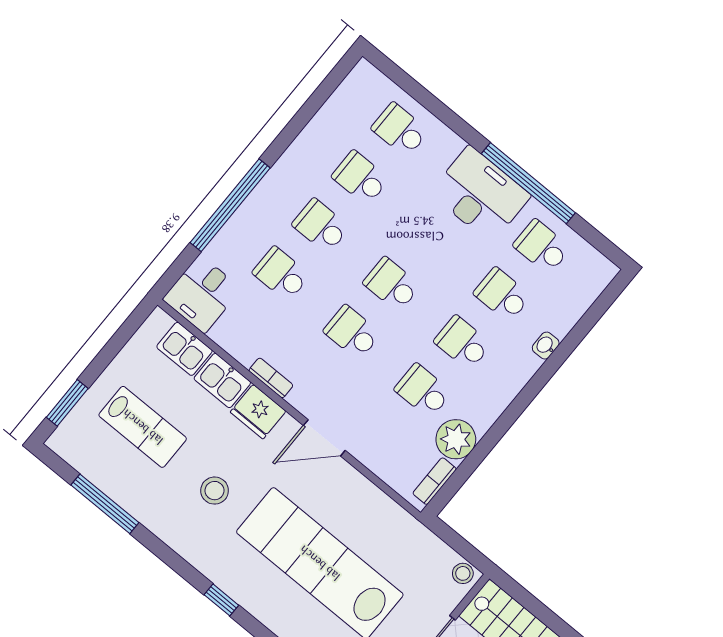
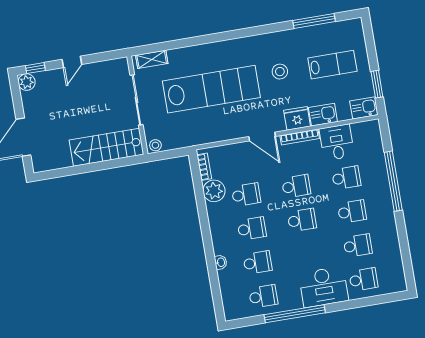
desk: (480, 194) -> (324, 287), moved
desk: (202, 294) -> (337, 142), moved
kitchen sink: (184, 349) -> (364, 108), moved
bookcase: (271, 378) -> (300, 137), width x1.56
window: (67, 403) -> (377, 84), moved
lab bench: (143, 427) -> (332, 65), turned 180
door: (324, 438) -> (262, 136), swing flipped
window: (221, 600) -> (232, 35), removed

